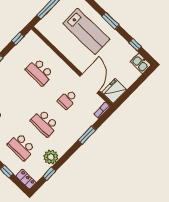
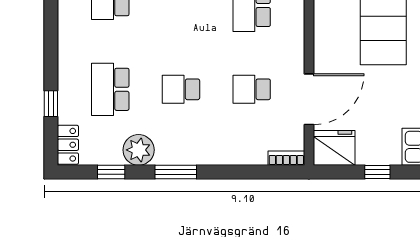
window: (137, 84) -> (377, 172), added
school desk: (44, 123) -> (181, 89), width x0.54
window: (87, 135) -> (176, 172), moved

